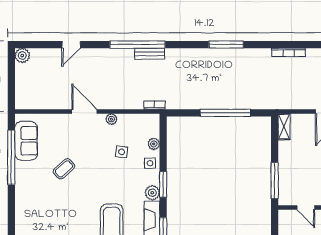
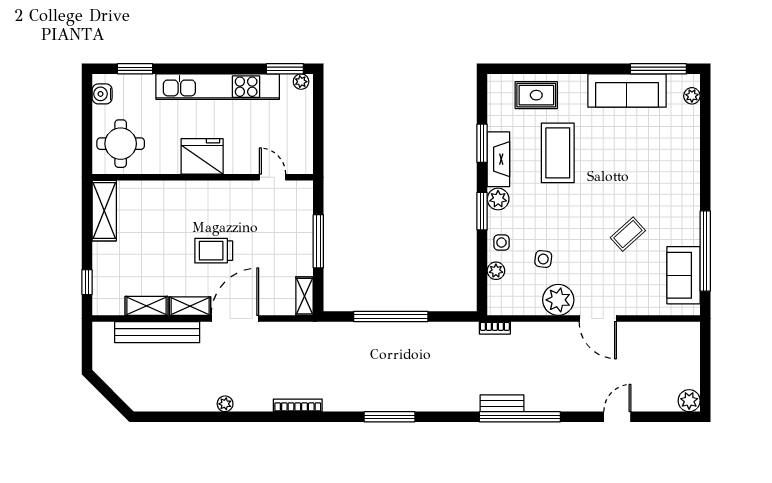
plant: (111, 119) -> (558, 300), width x1.88, depth x1.88
window: (275, 180) -> (318, 241), moved

